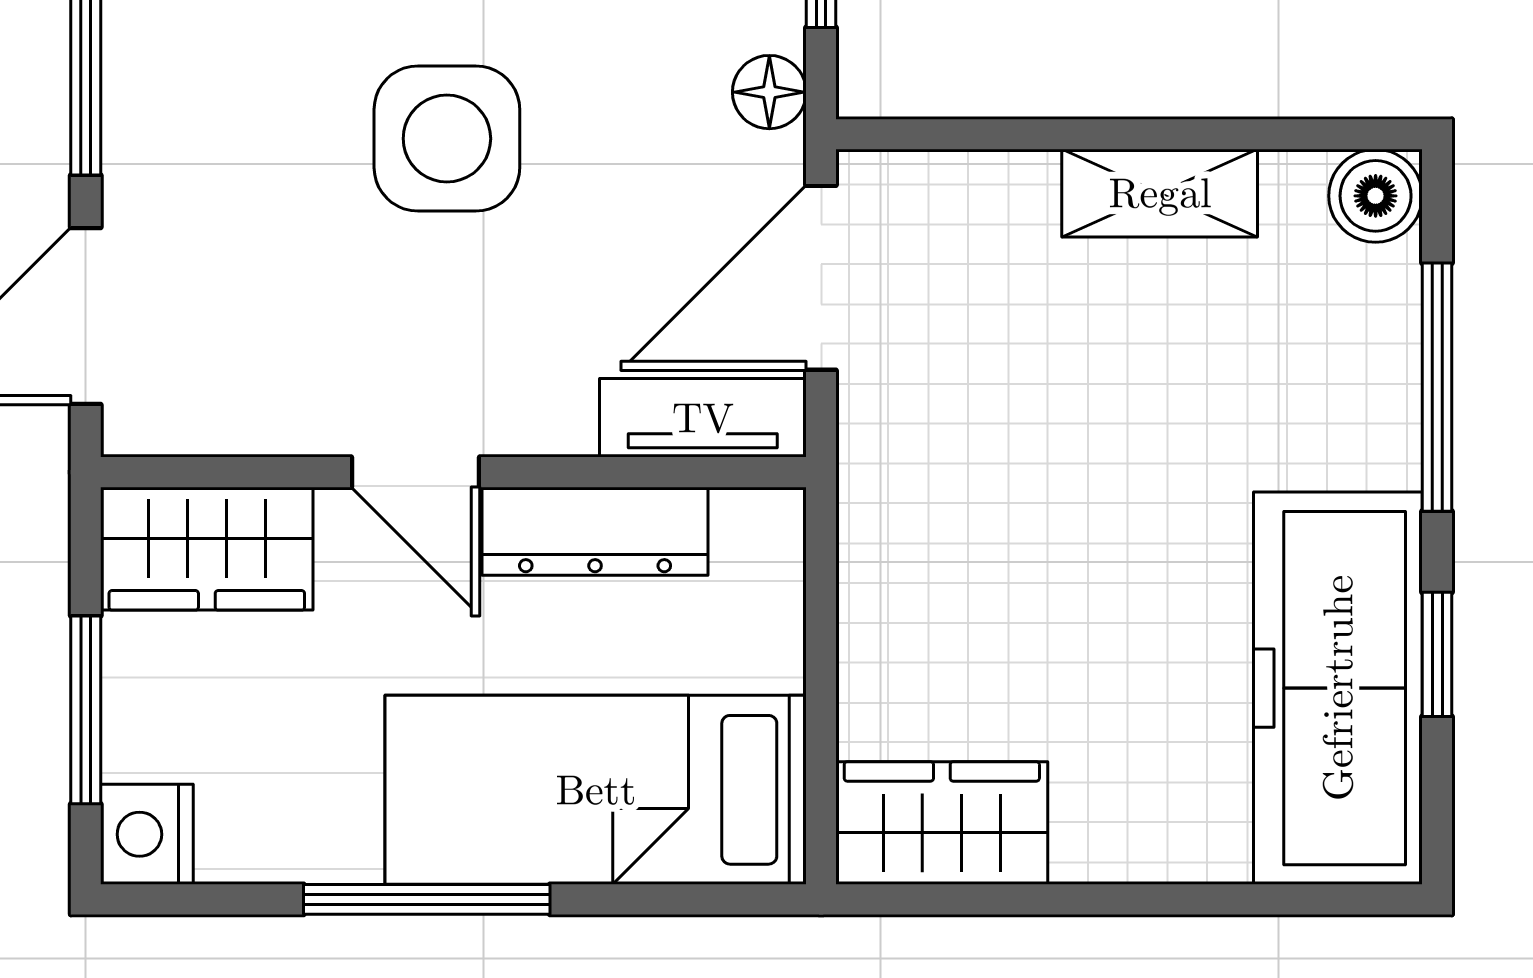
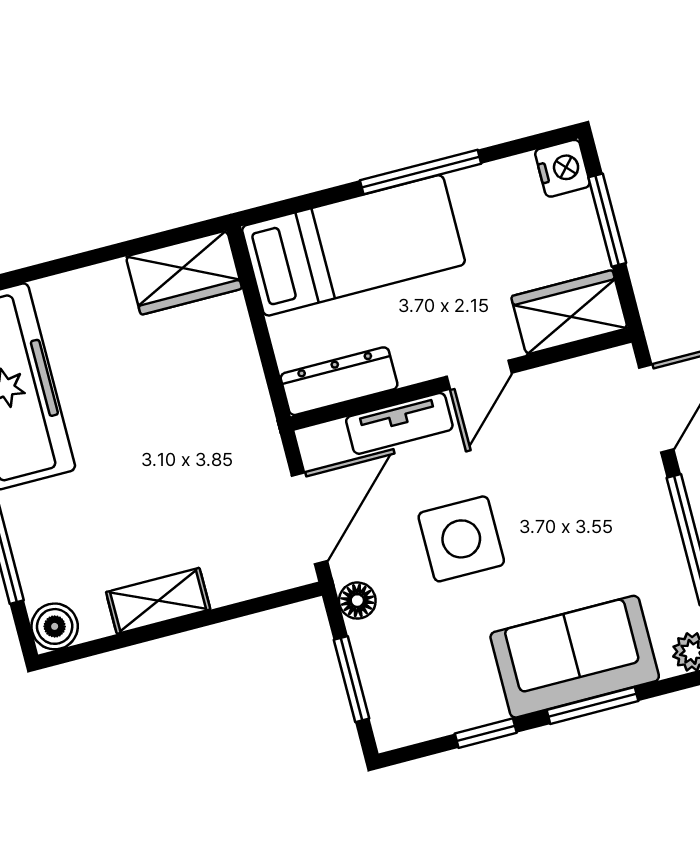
side table: (447, 139) -> (461, 539), moved
tv unit: (703, 418) -> (399, 423), moved
door: (416, 472) -> (479, 375), swing flipped
dresser: (595, 531) -> (339, 381), moved

